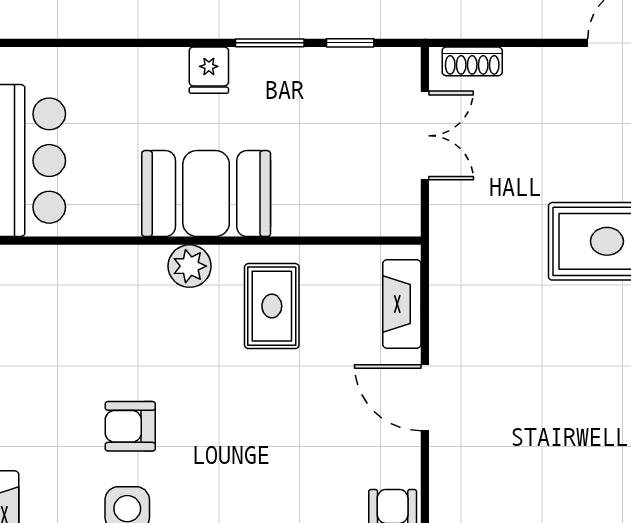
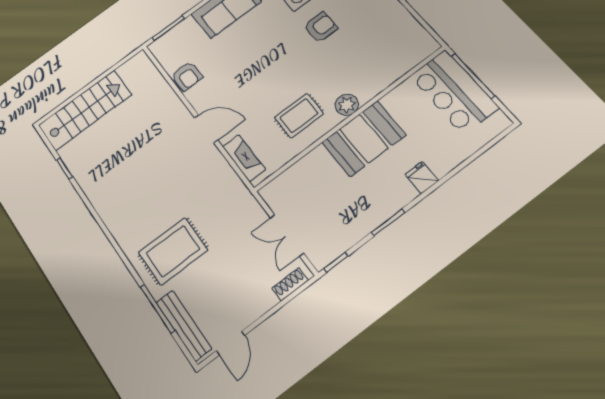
window: (350, 43) -> (336, 262), moved
fridge: (209, 70) -> (422, 178), moved
rug: (272, 306) -> (299, 116), turned 90

